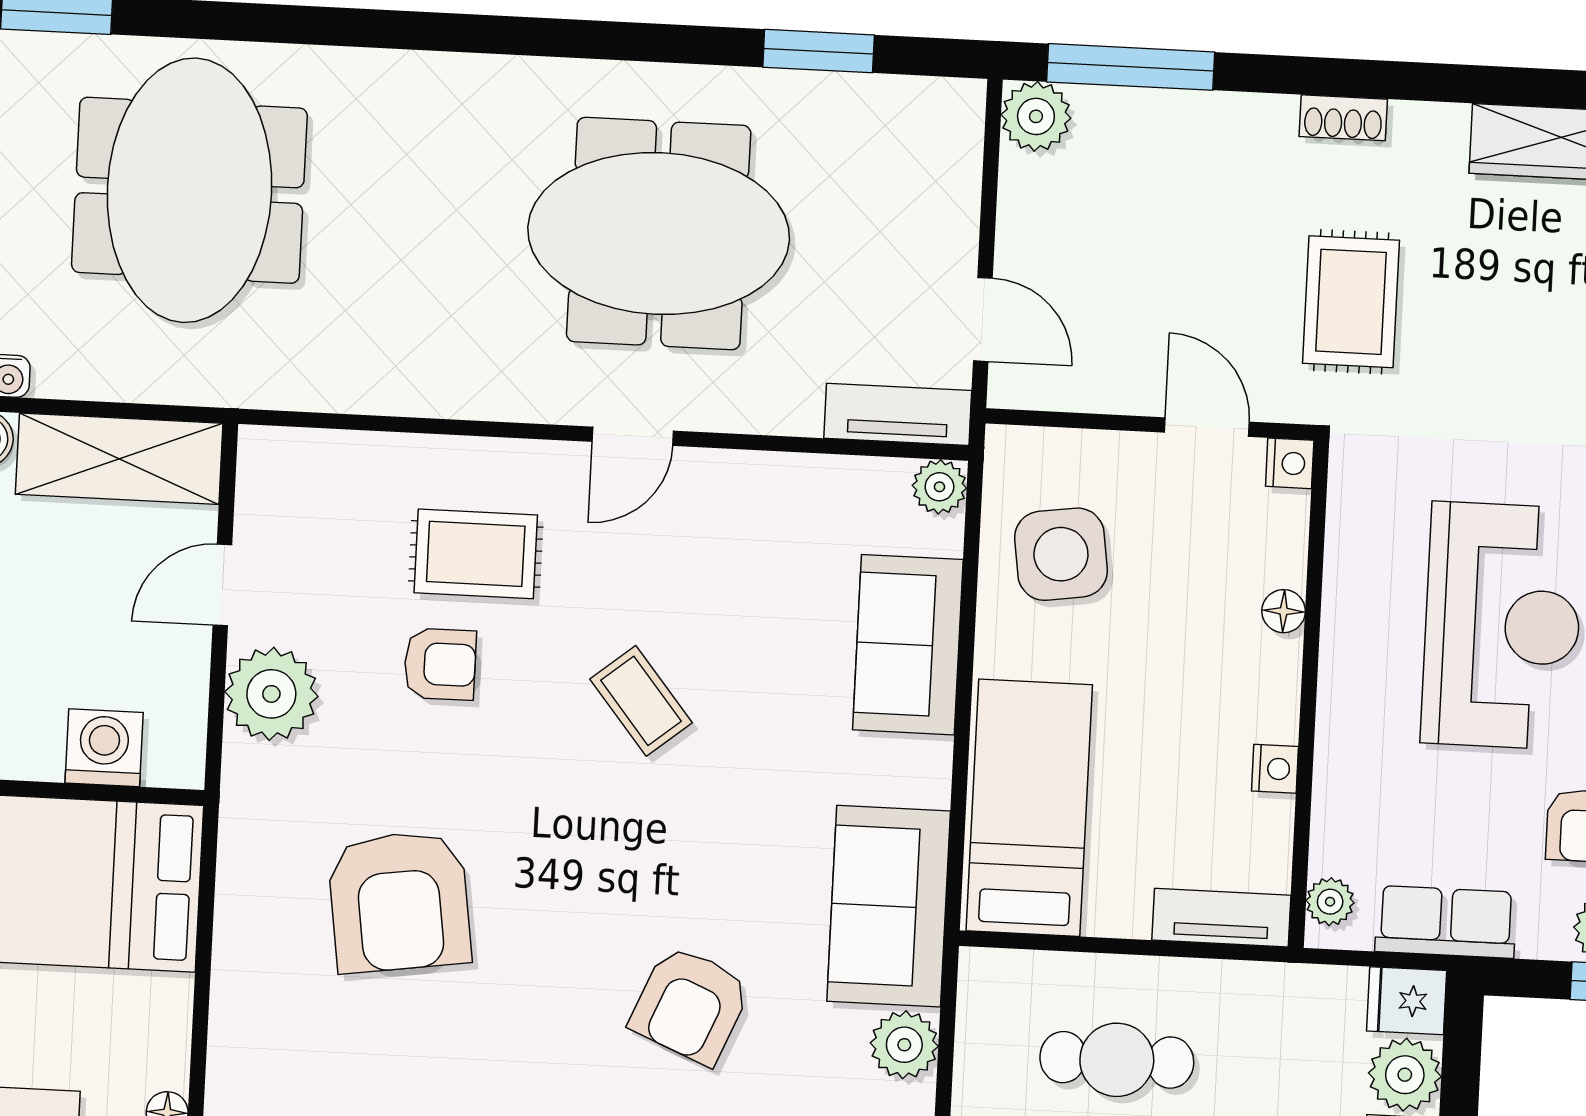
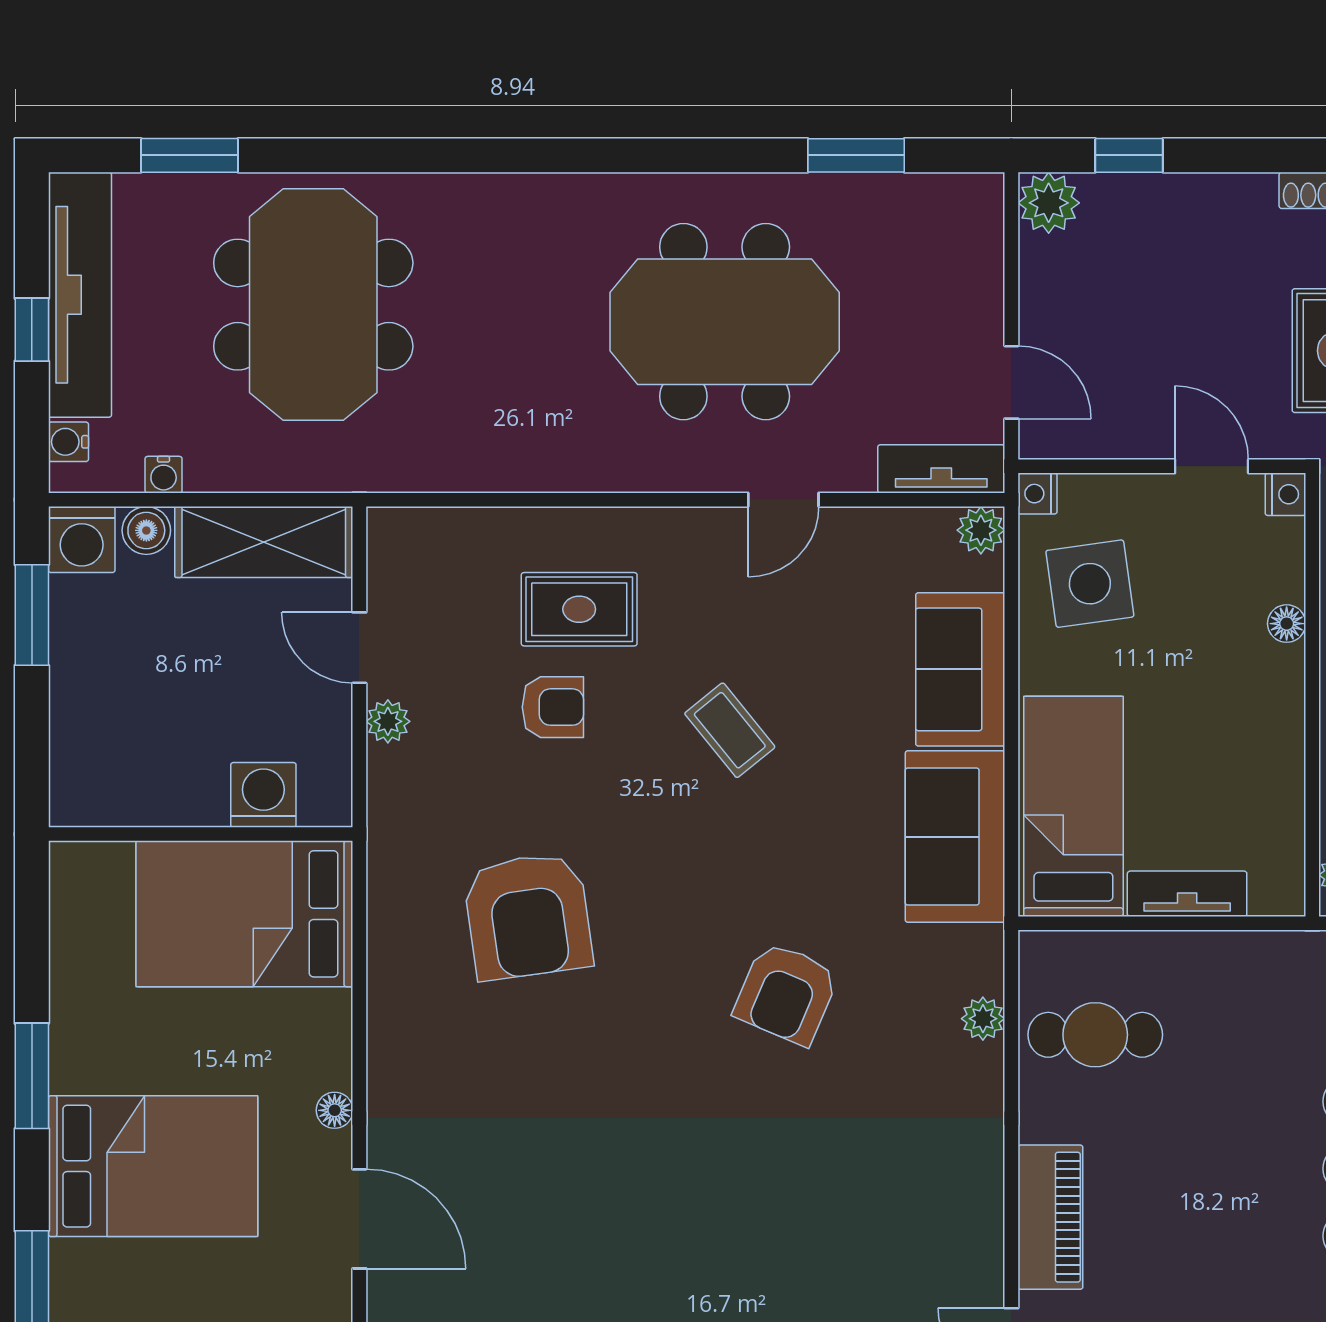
window: (1131, 67) -> (1129, 155), width x0.46
door: (633, 436) -> (783, 500), moved
door: (222, 585) -> (359, 648), hinge flipped
plant: (271, 694) -> (388, 721), width x0.53, depth x0.53
nightstand: (1275, 769) -> (1037, 494), moved, turned 180
sofa: (889, 906) -> (955, 837), moved
tv unit: (1221, 918) -> (1187, 894), moved
plant: (904, 1045) -> (983, 1019), width x0.73, depth x0.73
cafe table: (1117, 1060) -> (1095, 1035), moved

